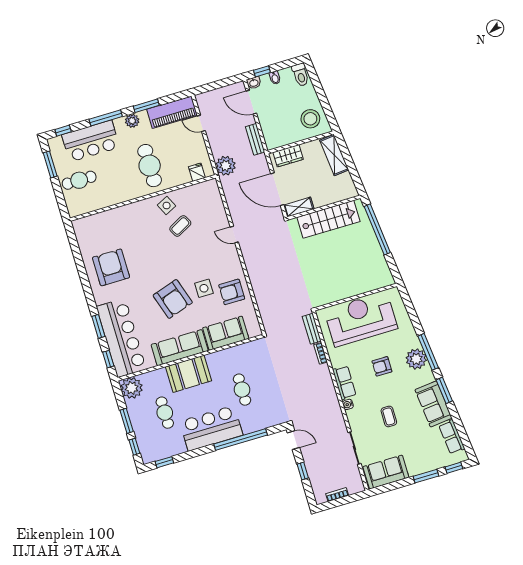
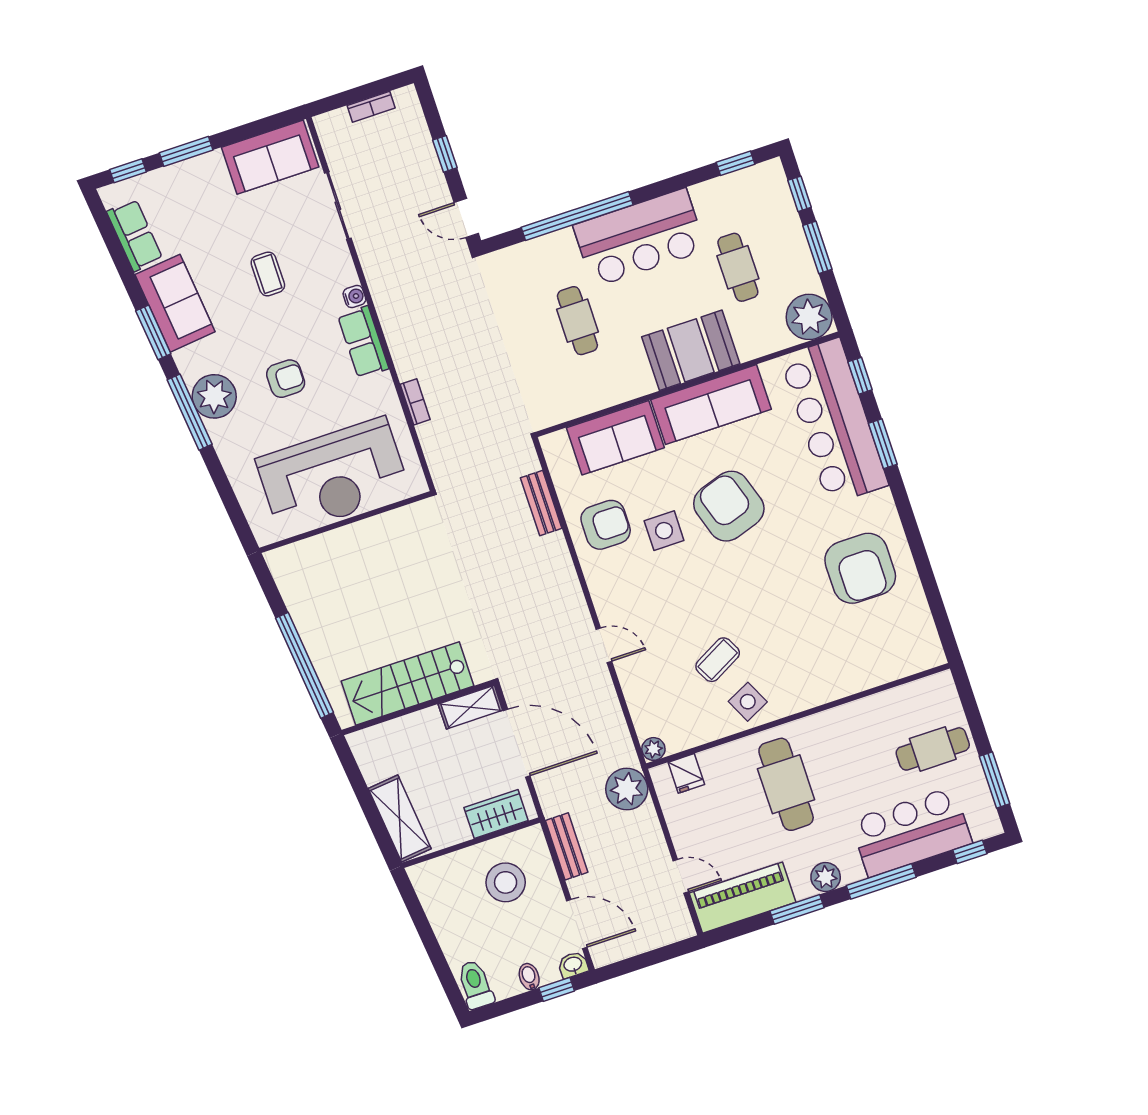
stool: (310, 119) -> (506, 882), moved
plant: (212, 184) -> (653, 749), added
bench: (312, 329) -> (541, 503), moved

